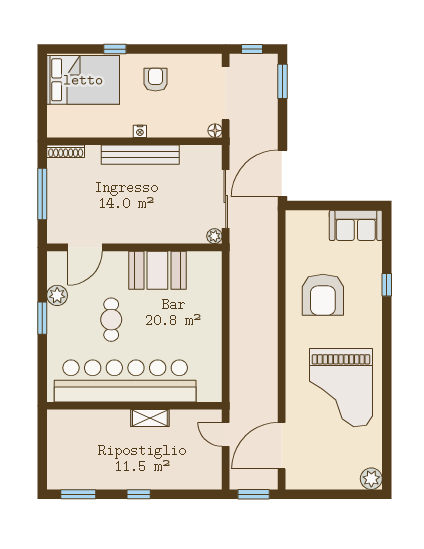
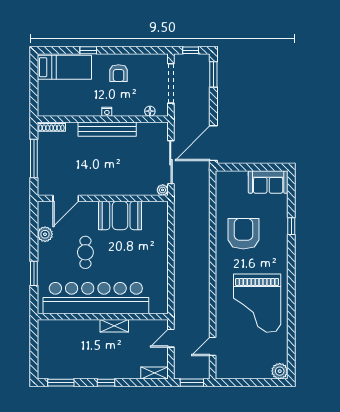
bed: (83, 80) -> (64, 67), width x0.67
armchair: (156, 80) -> (119, 73), turned 180
floor lamp: (215, 131) -> (150, 111), moved
armchair: (323, 295) -> (243, 234), turned 180
window: (42, 318) -> (34, 273), moved
door: (226, 434) -> (171, 338), hinge flipped
door: (282, 446) -> (213, 346), width x0.53
shelving: (204, 481) -> (155, 373), added

